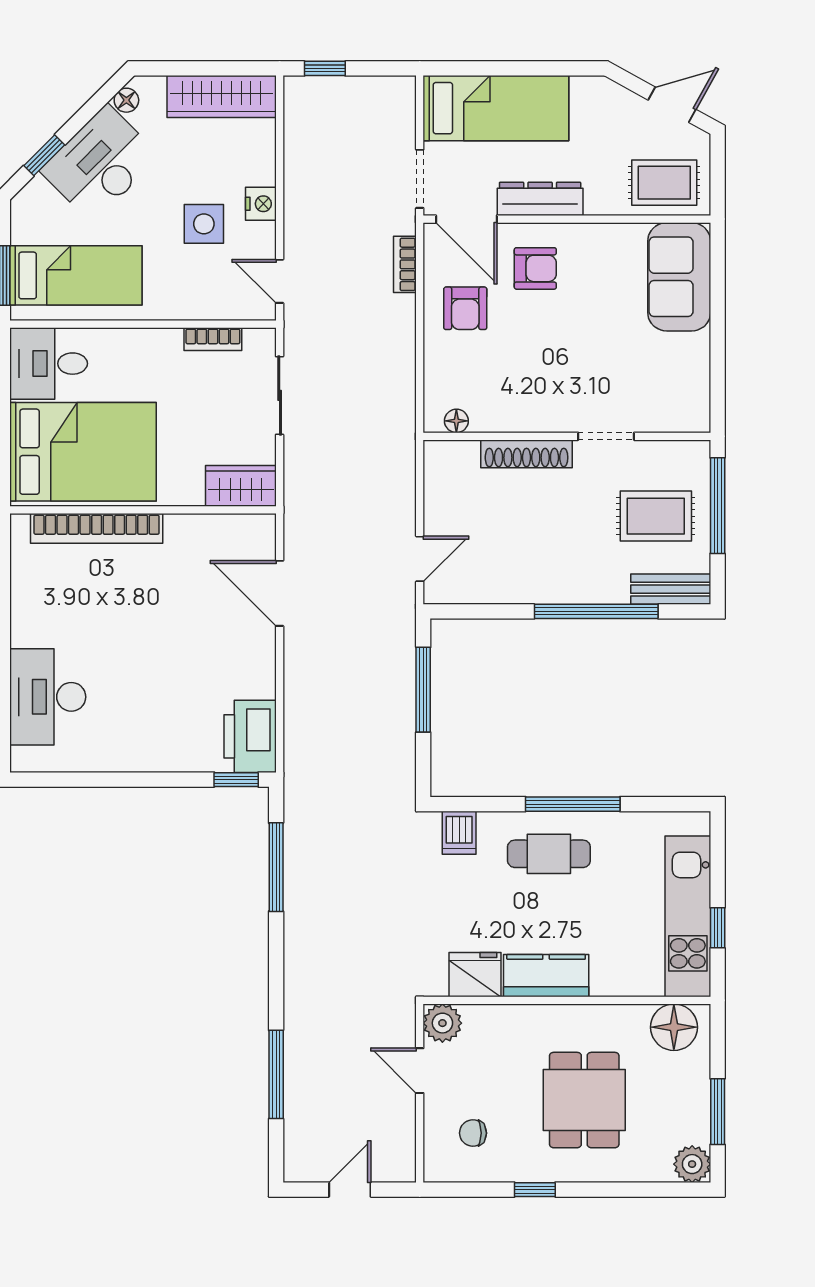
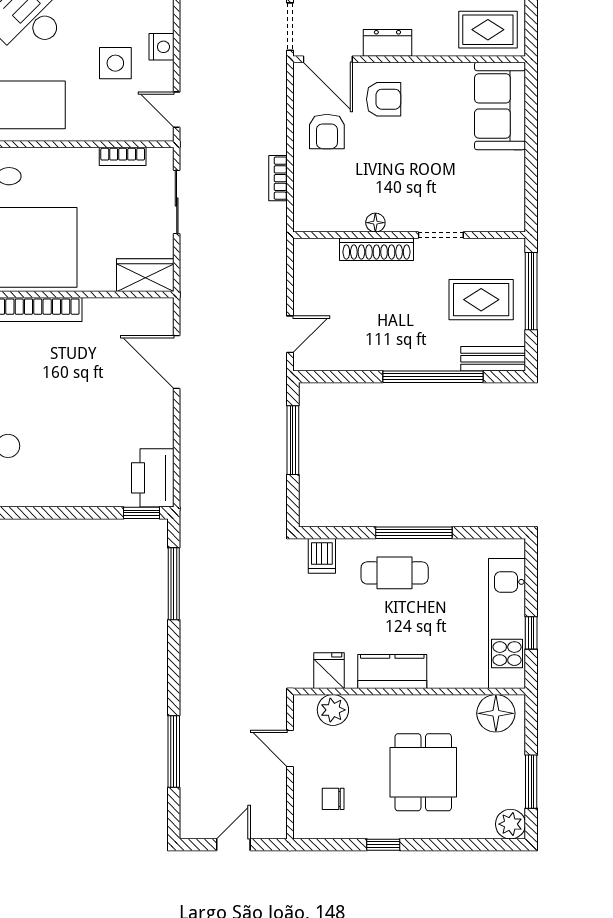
dresser: (540, 199) -> (387, 43), width x0.70
bookcase: (405, 264) -> (278, 178), moved
floor lamp: (456, 421) -> (375, 223), moved
fridge: (475, 975) -> (329, 671), width x0.72
plant: (442, 1023) -> (333, 710), moved

